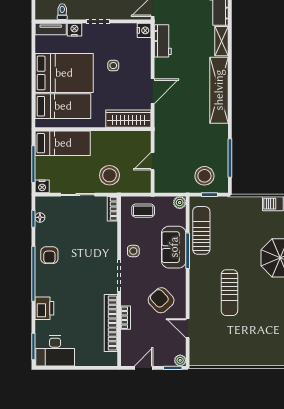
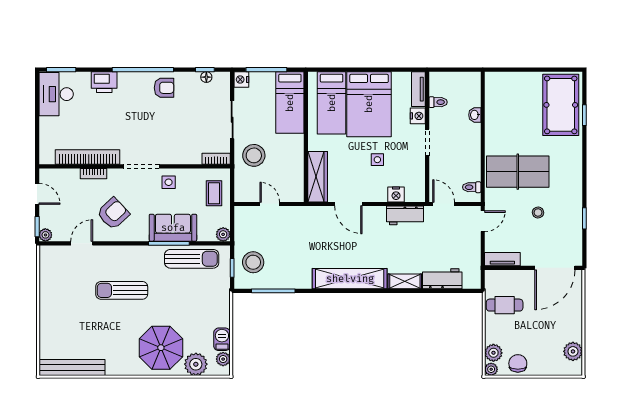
nightstand: (144, 30) -> (396, 194), moved
armchair: (49, 255) -> (164, 88), turned 180

